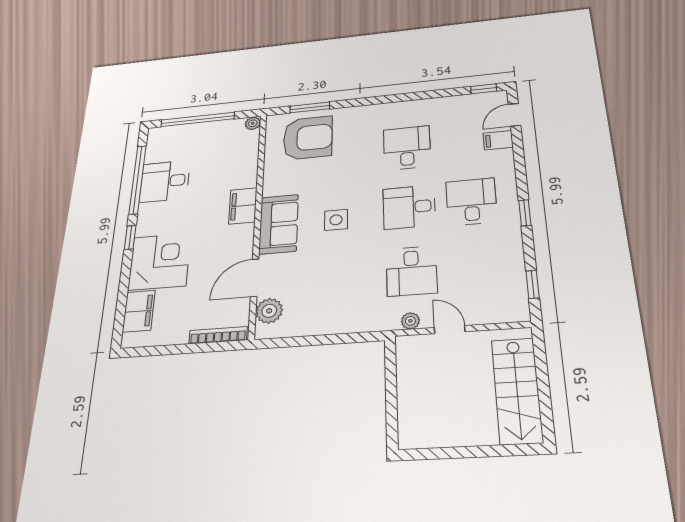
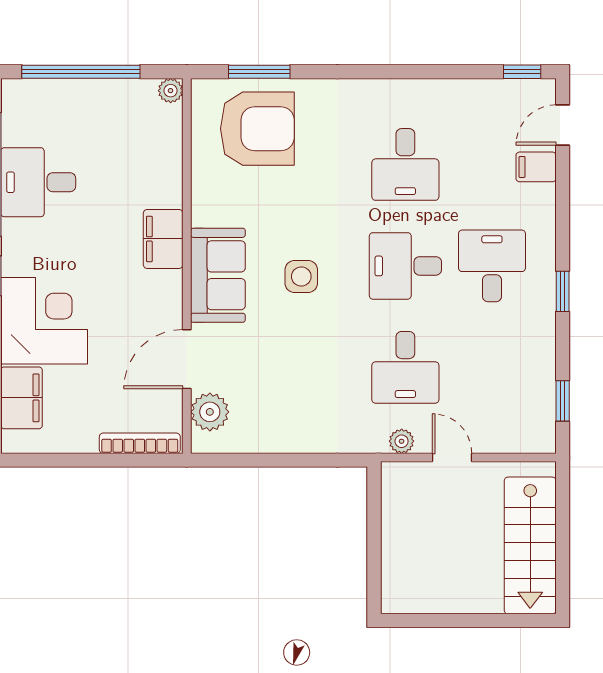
desk: (407, 148) -> (405, 164), turned 180

